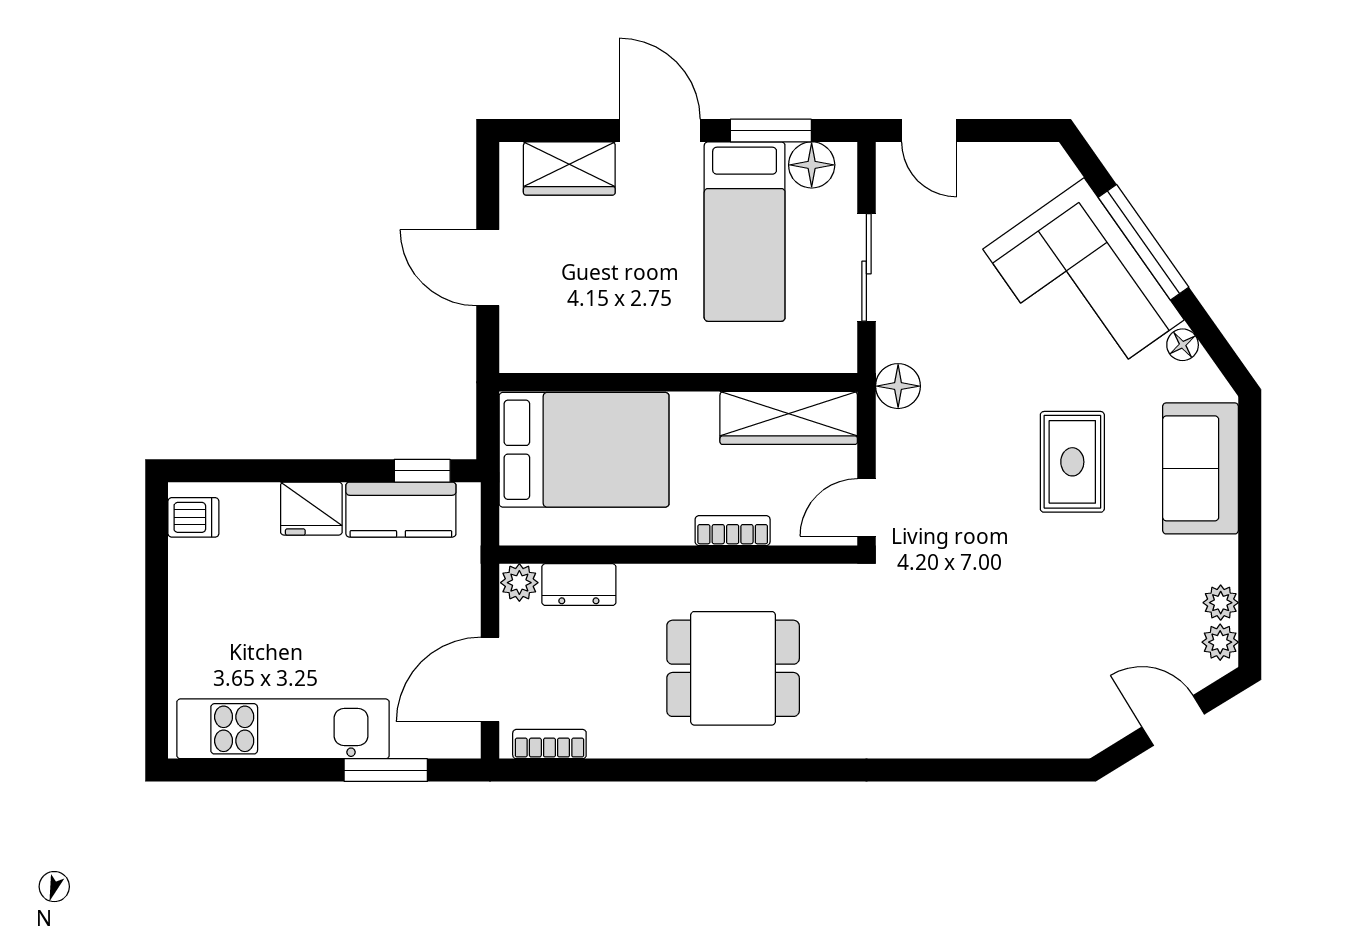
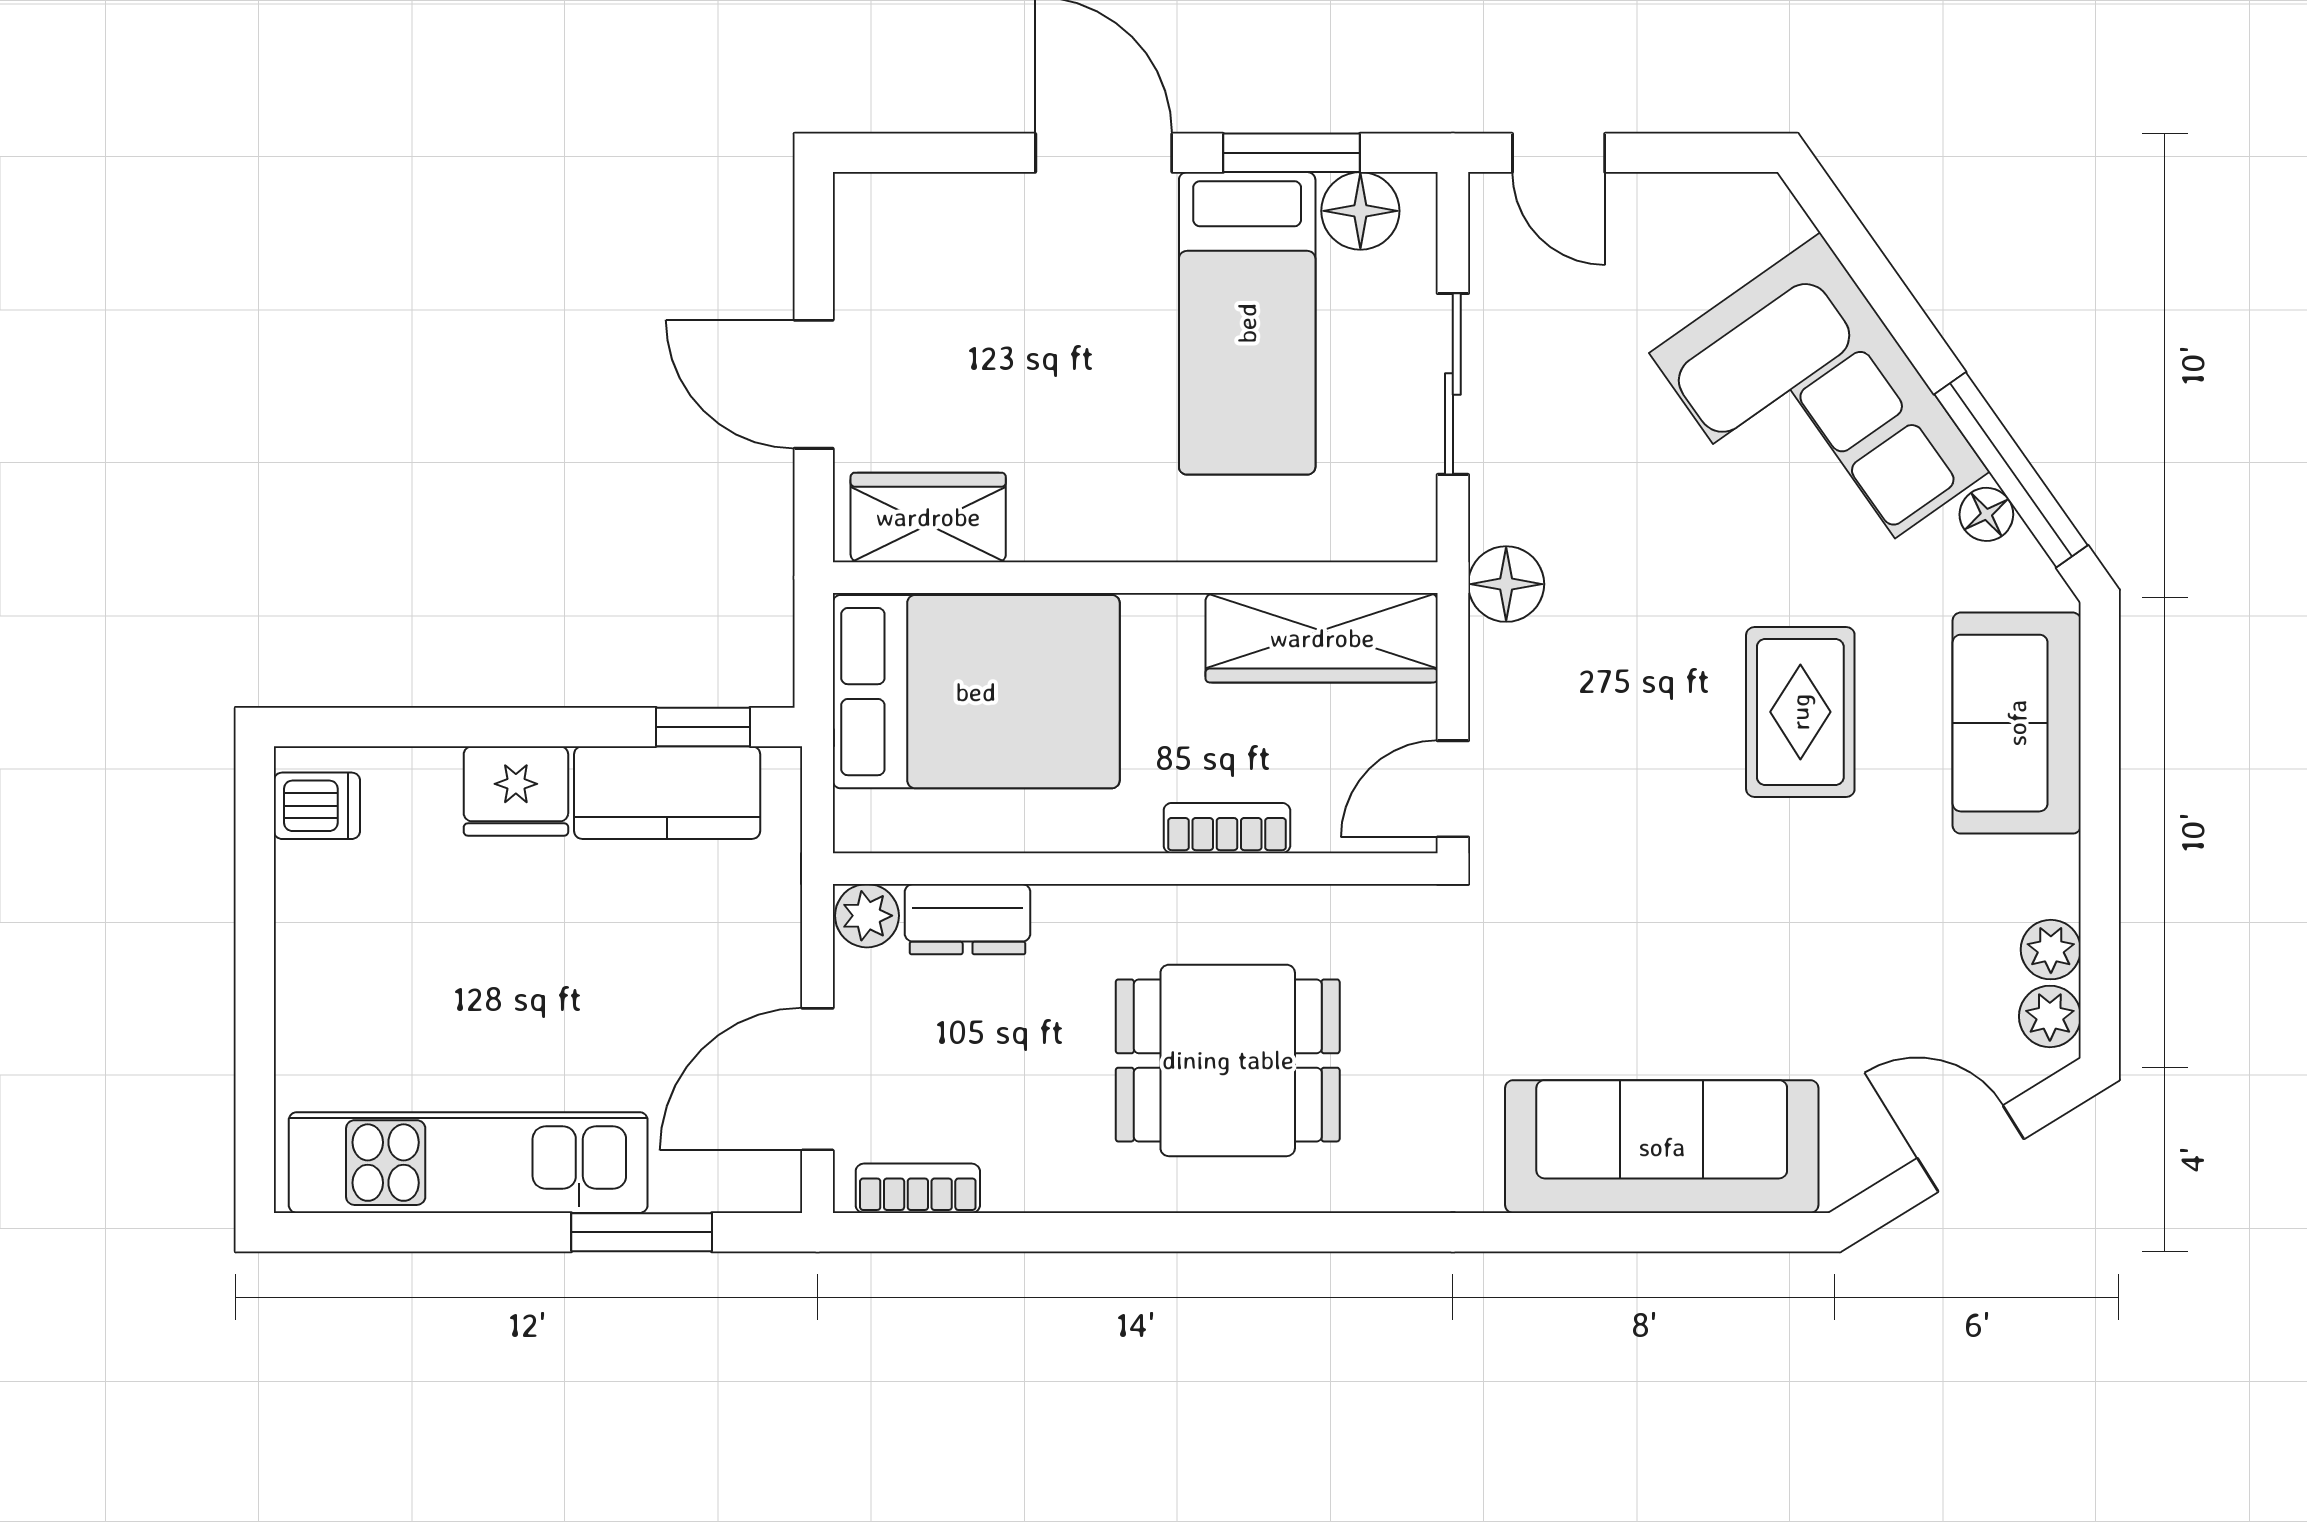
wardrobe: (569, 168) -> (928, 517), moved, turned 180
window: (1144, 242) -> (2011, 470), moved
sofa: (990, 719) -> (1662, 1147), added

